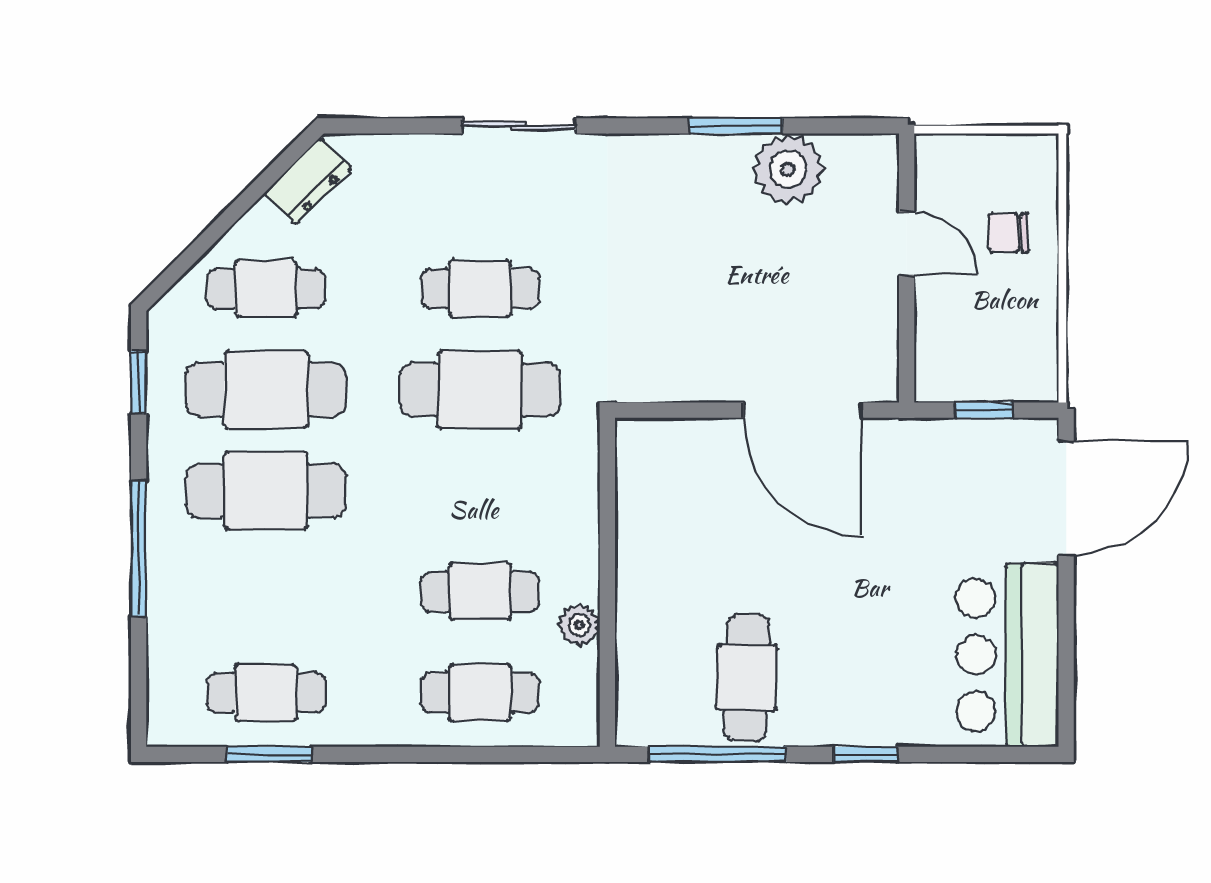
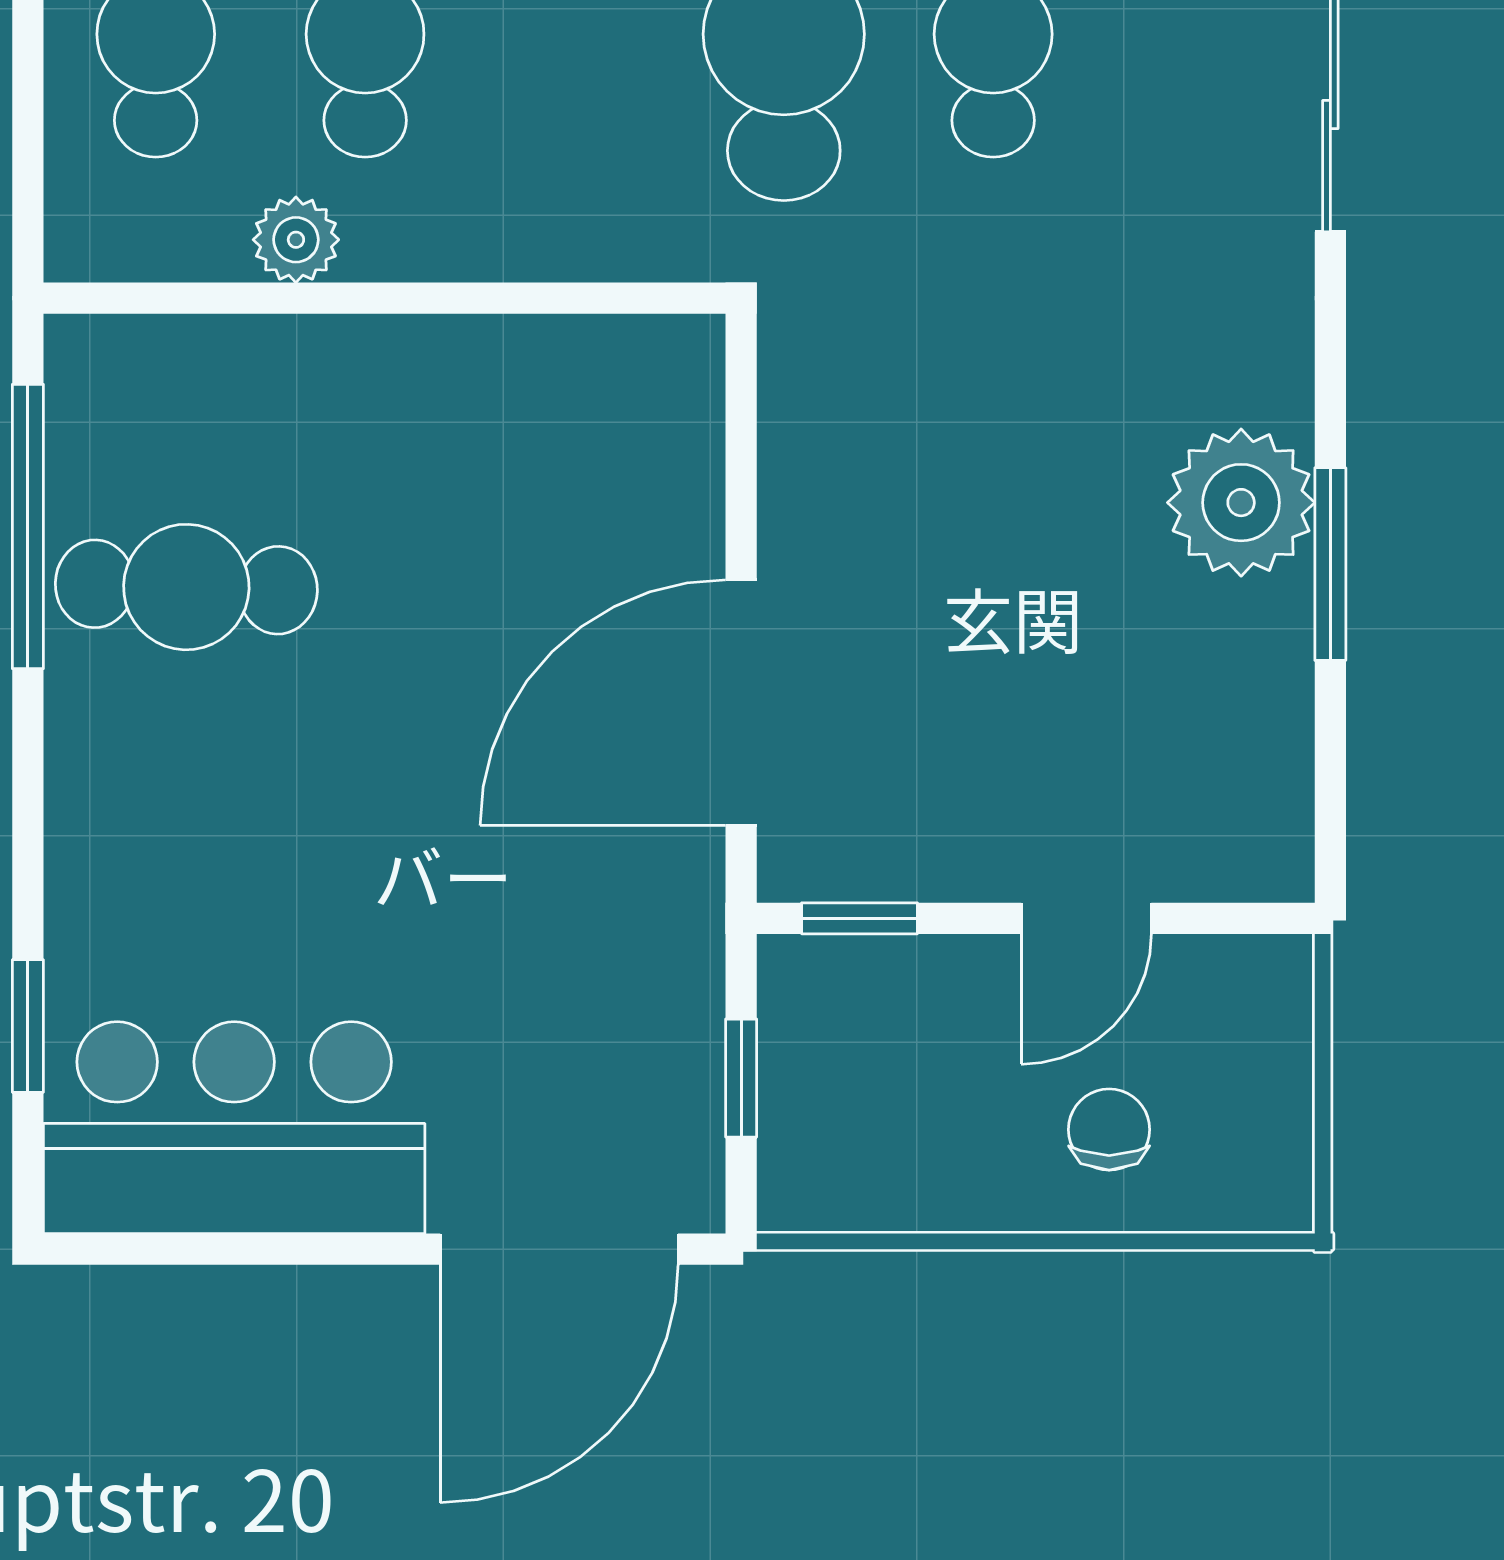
plant: (788, 169) -> (1241, 503), moved
window: (907, 353) -> (860, 918), added
door: (1066, 498) -> (559, 1249), hinge flipped
window: (866, 754) -> (28, 1026), moved

